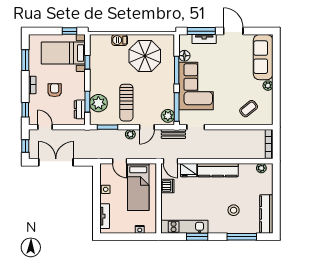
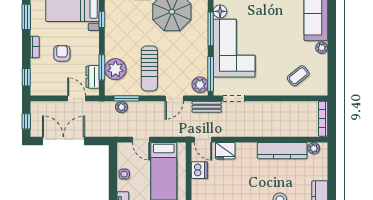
door: (45, 127) -> (77, 98), moved
plant: (130, 134) -> (122, 107), moved
kitchen counter: (218, 170) -> (282, 151), moved

